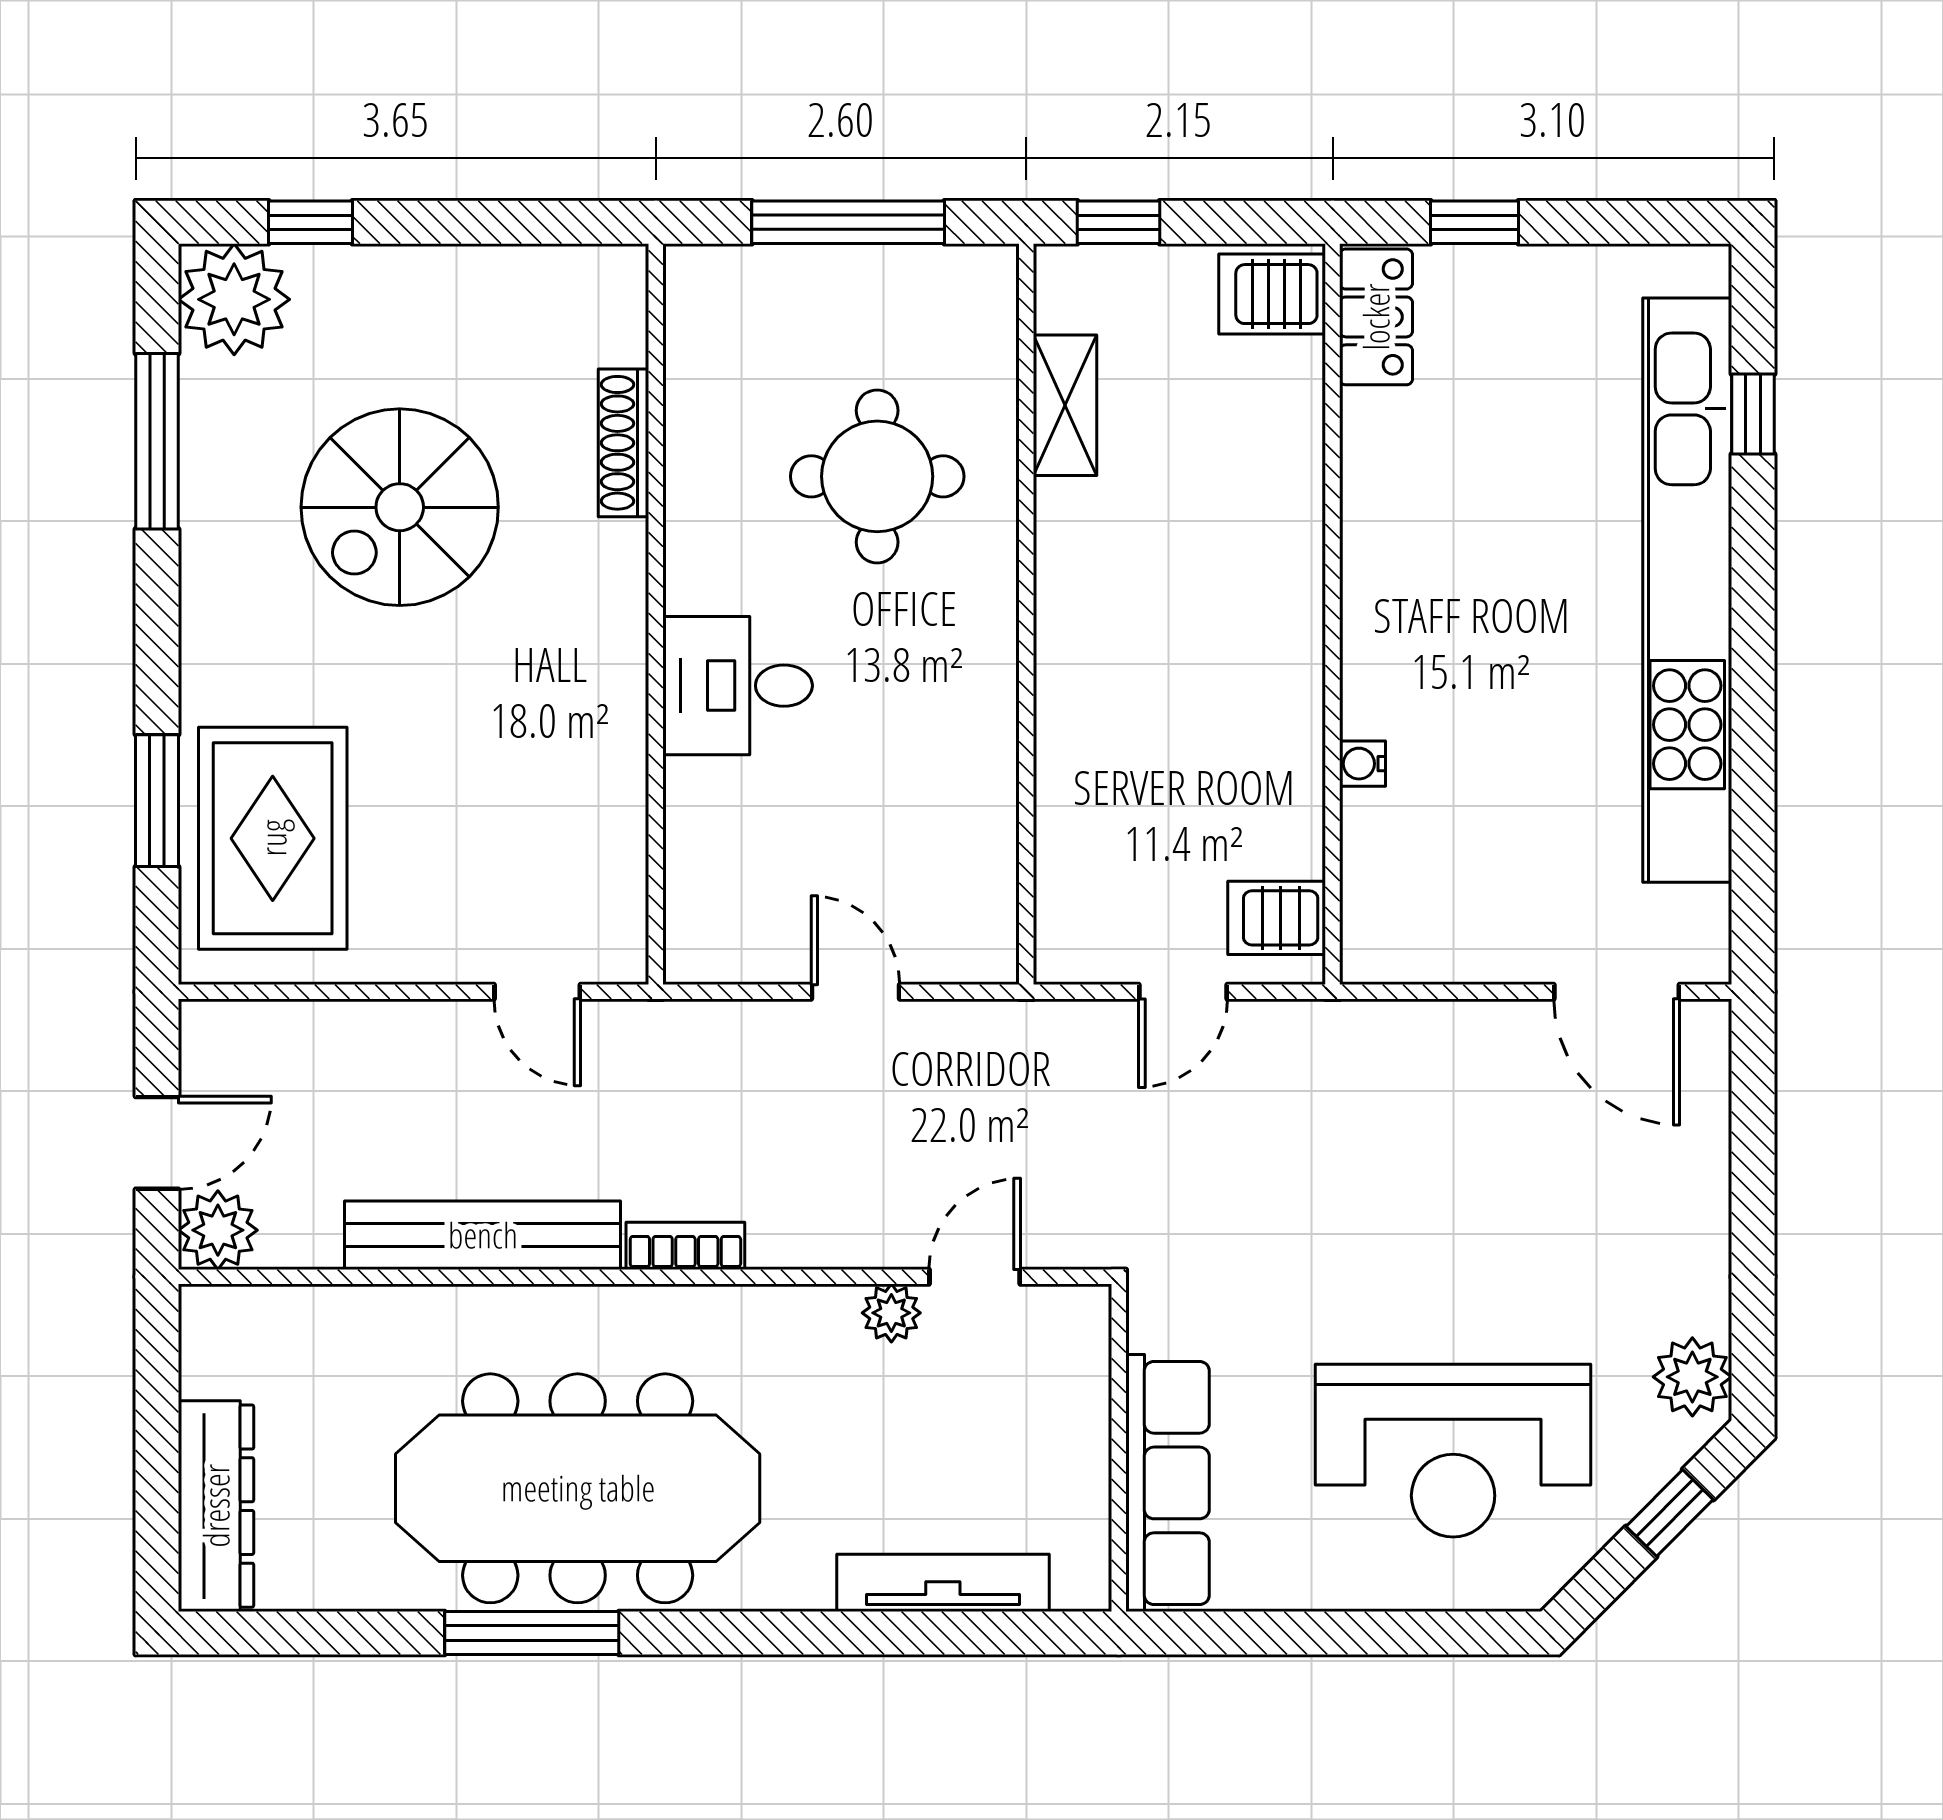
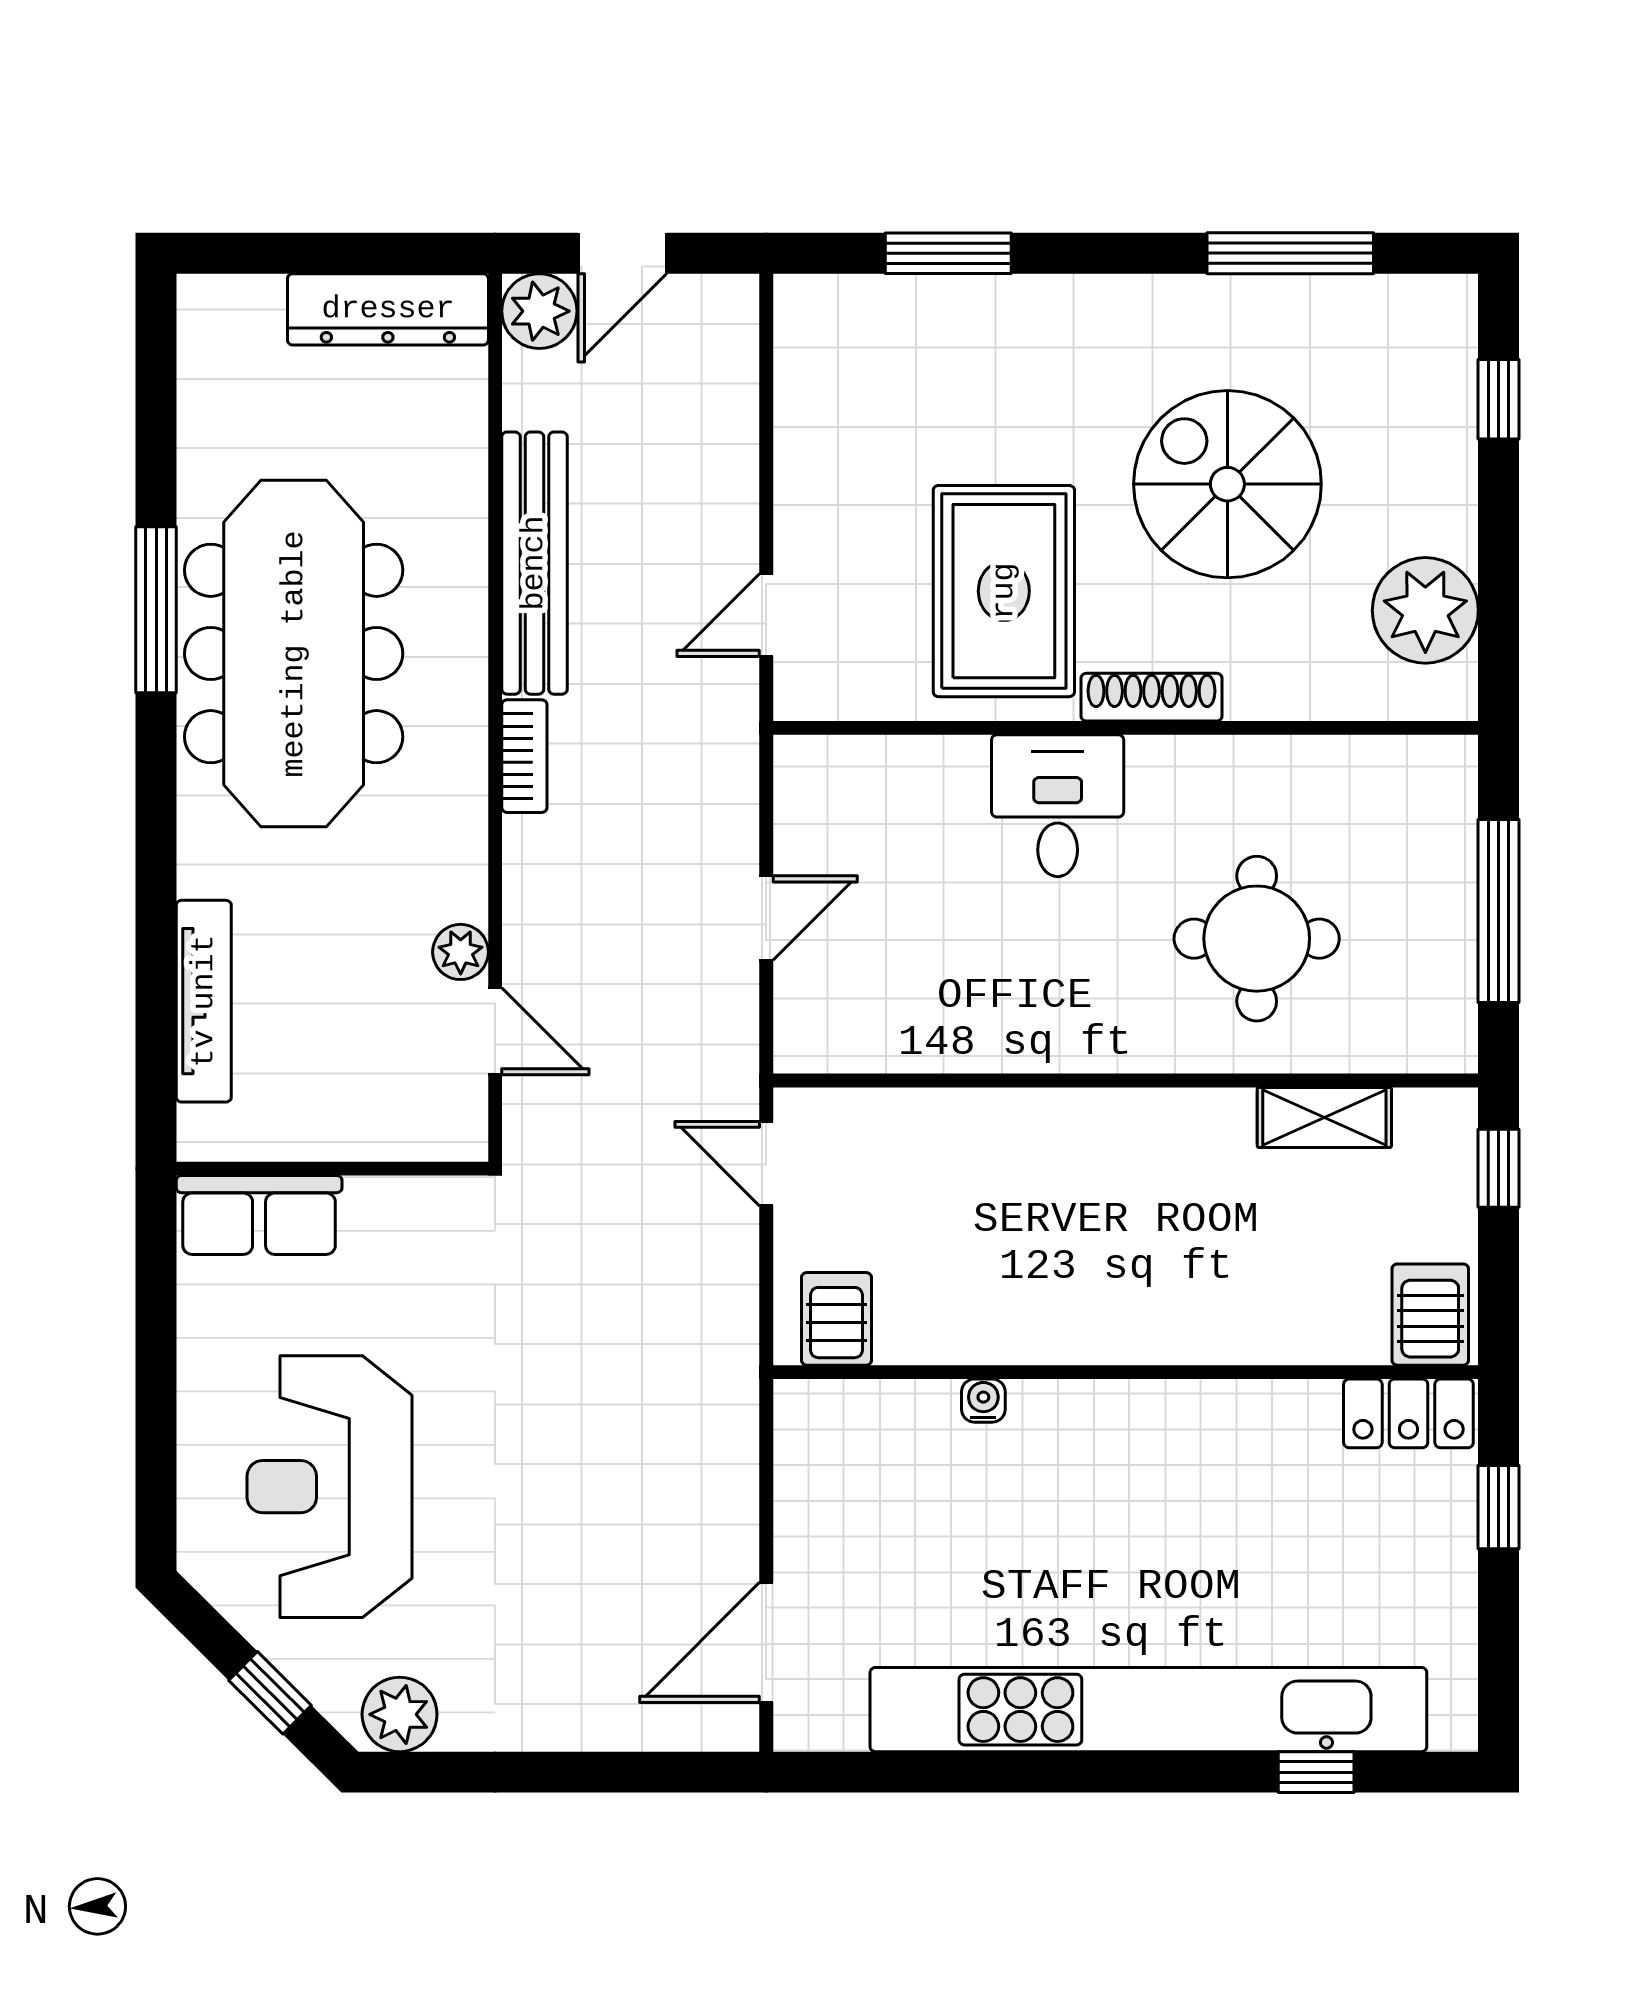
plant: (234, 299) -> (1425, 610), moved
shoe rack: (624, 443) -> (1152, 697), moved
rug: (273, 838) -> (1004, 591), moved, turned 90
door: (1183, 992) -> (766, 1164), moved
door: (157, 1143) -> (622, 253), hinge flipped
row of seats: (1168, 1483) -> (259, 1215), width x0.68
dresser: (216, 1506) -> (388, 309), moved

